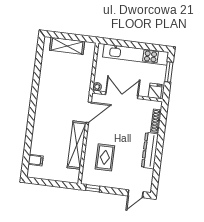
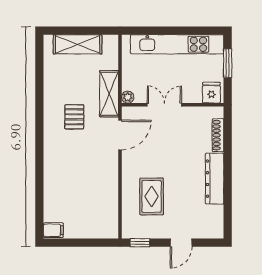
double door: (122, 95) -> (164, 105), width x0.73
pallet: (58, 96) -> (74, 117), added
shelving: (77, 145) -> (109, 94), moved, width x0.68
filing cabinet: (36, 160) -> (53, 230), moved
door: (136, 194) -> (181, 243), moved

